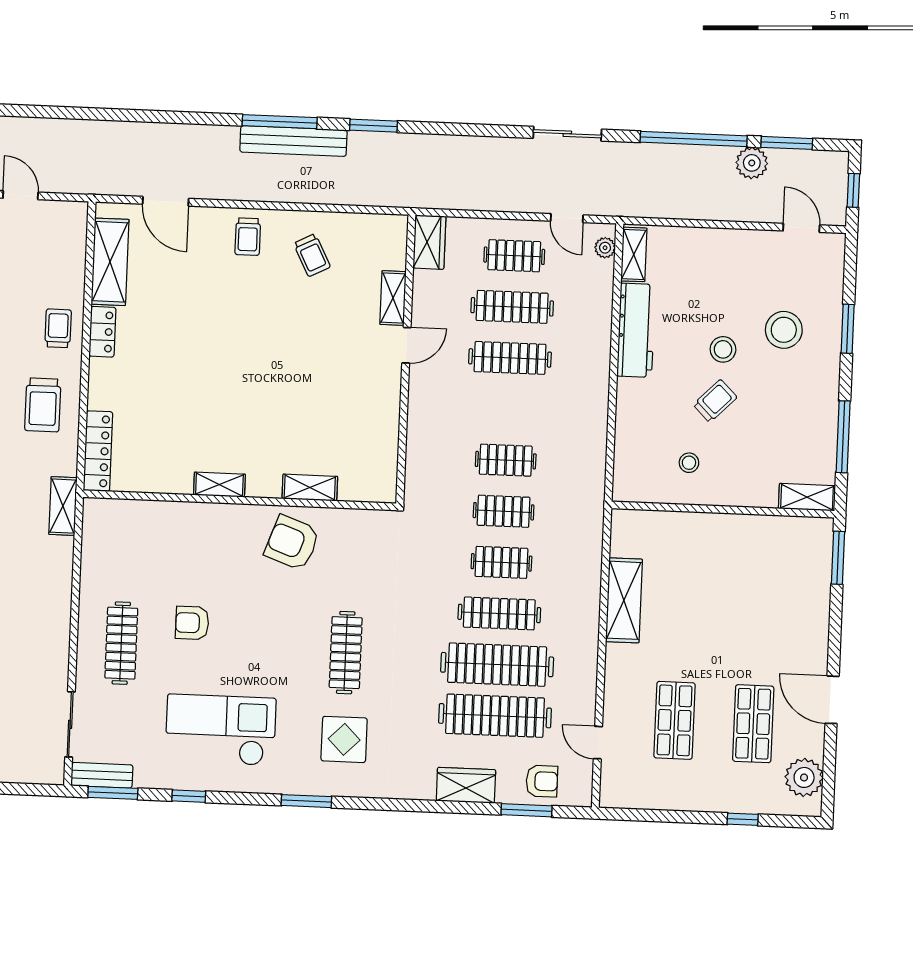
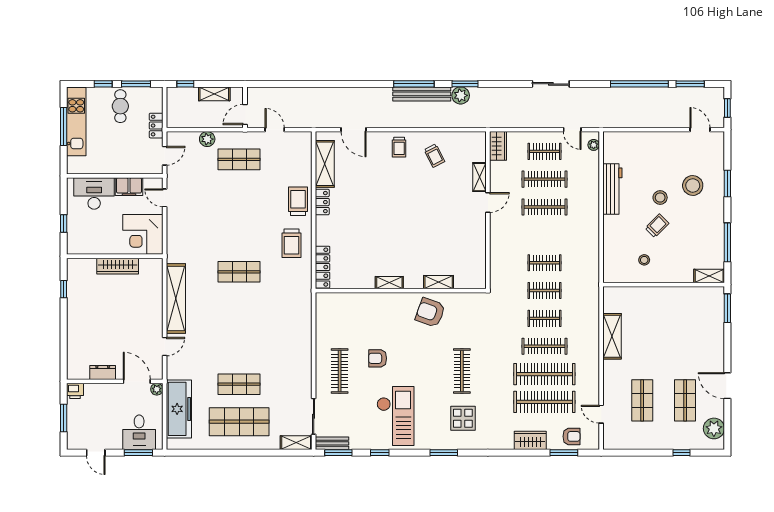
sliding door: (567, 134) -> (551, 84), moved
plant: (752, 163) -> (461, 95), moved
shelving: (634, 254) -> (609, 148), removed
trolley: (58, 328) -> (298, 201), width x1.36, depth x1.39
shelving: (63, 506) -> (296, 443), moved, turned 90
checkout: (221, 730) -> (396, 416), turned 90

